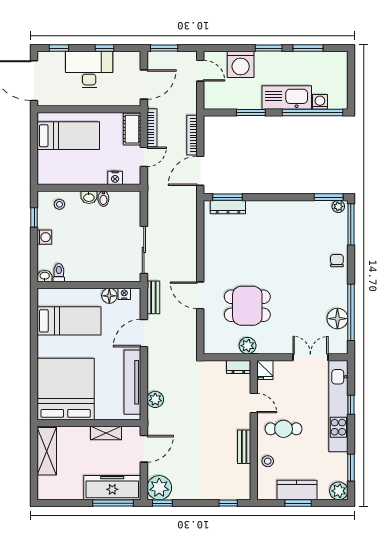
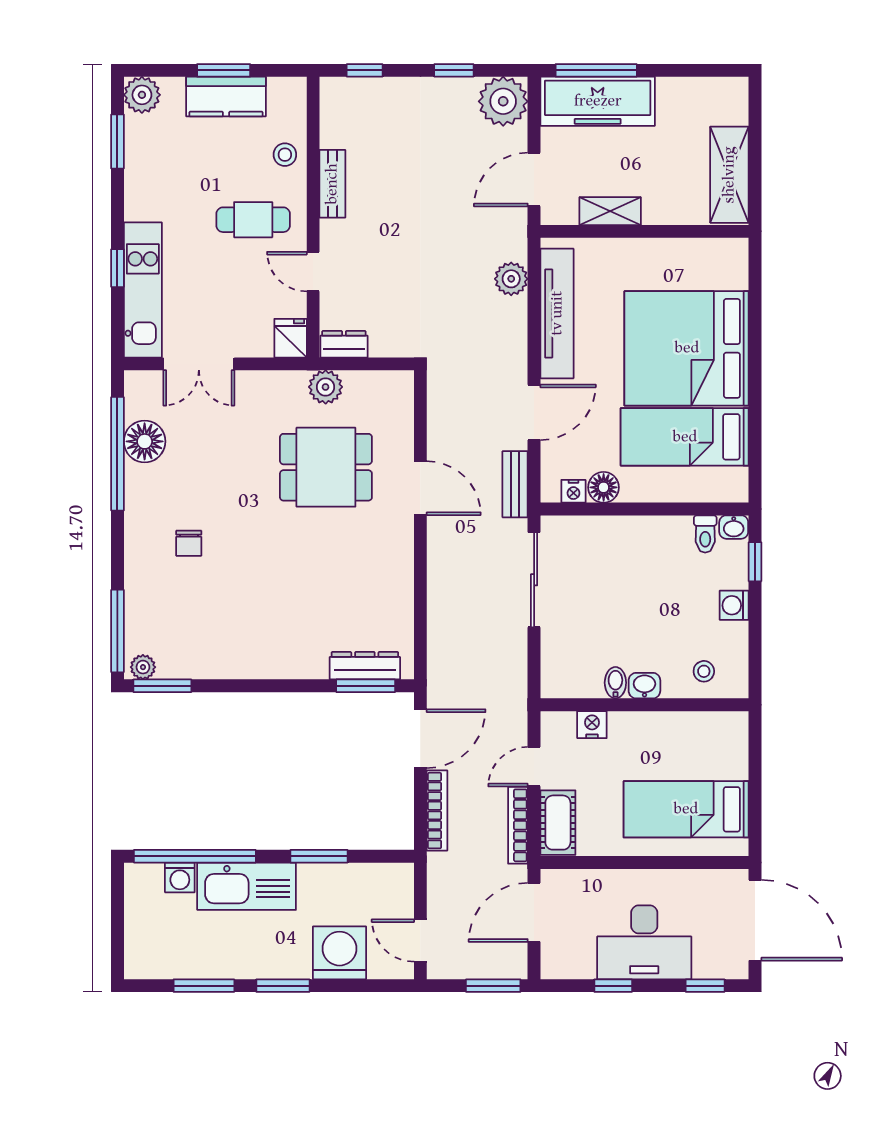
window: (34, 217) -> (755, 562), moved
chair: (337, 261) -> (189, 543), moved
bed: (66, 389) -> (687, 348), moved, turned 90
kitchen unit: (338, 406) -> (143, 290), width x0.73
window: (162, 503) -> (454, 70), moved

